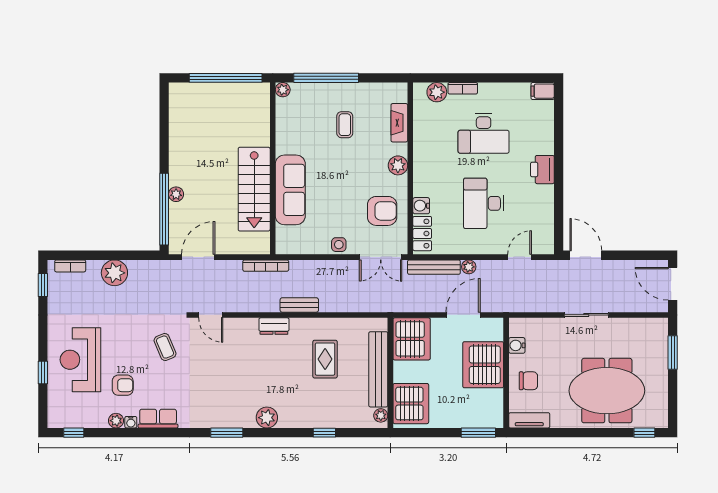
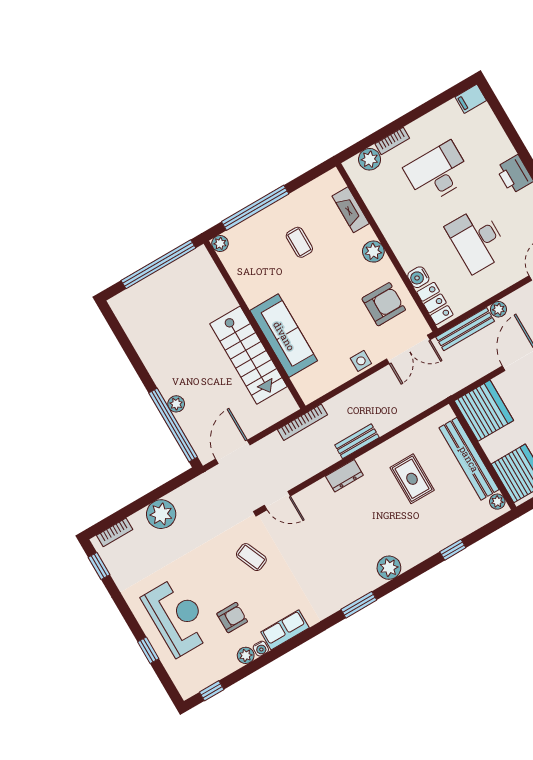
desk: (484, 133) -> (438, 173), turned 180
reception desk: (80, 360) -> (177, 617), turned 180

